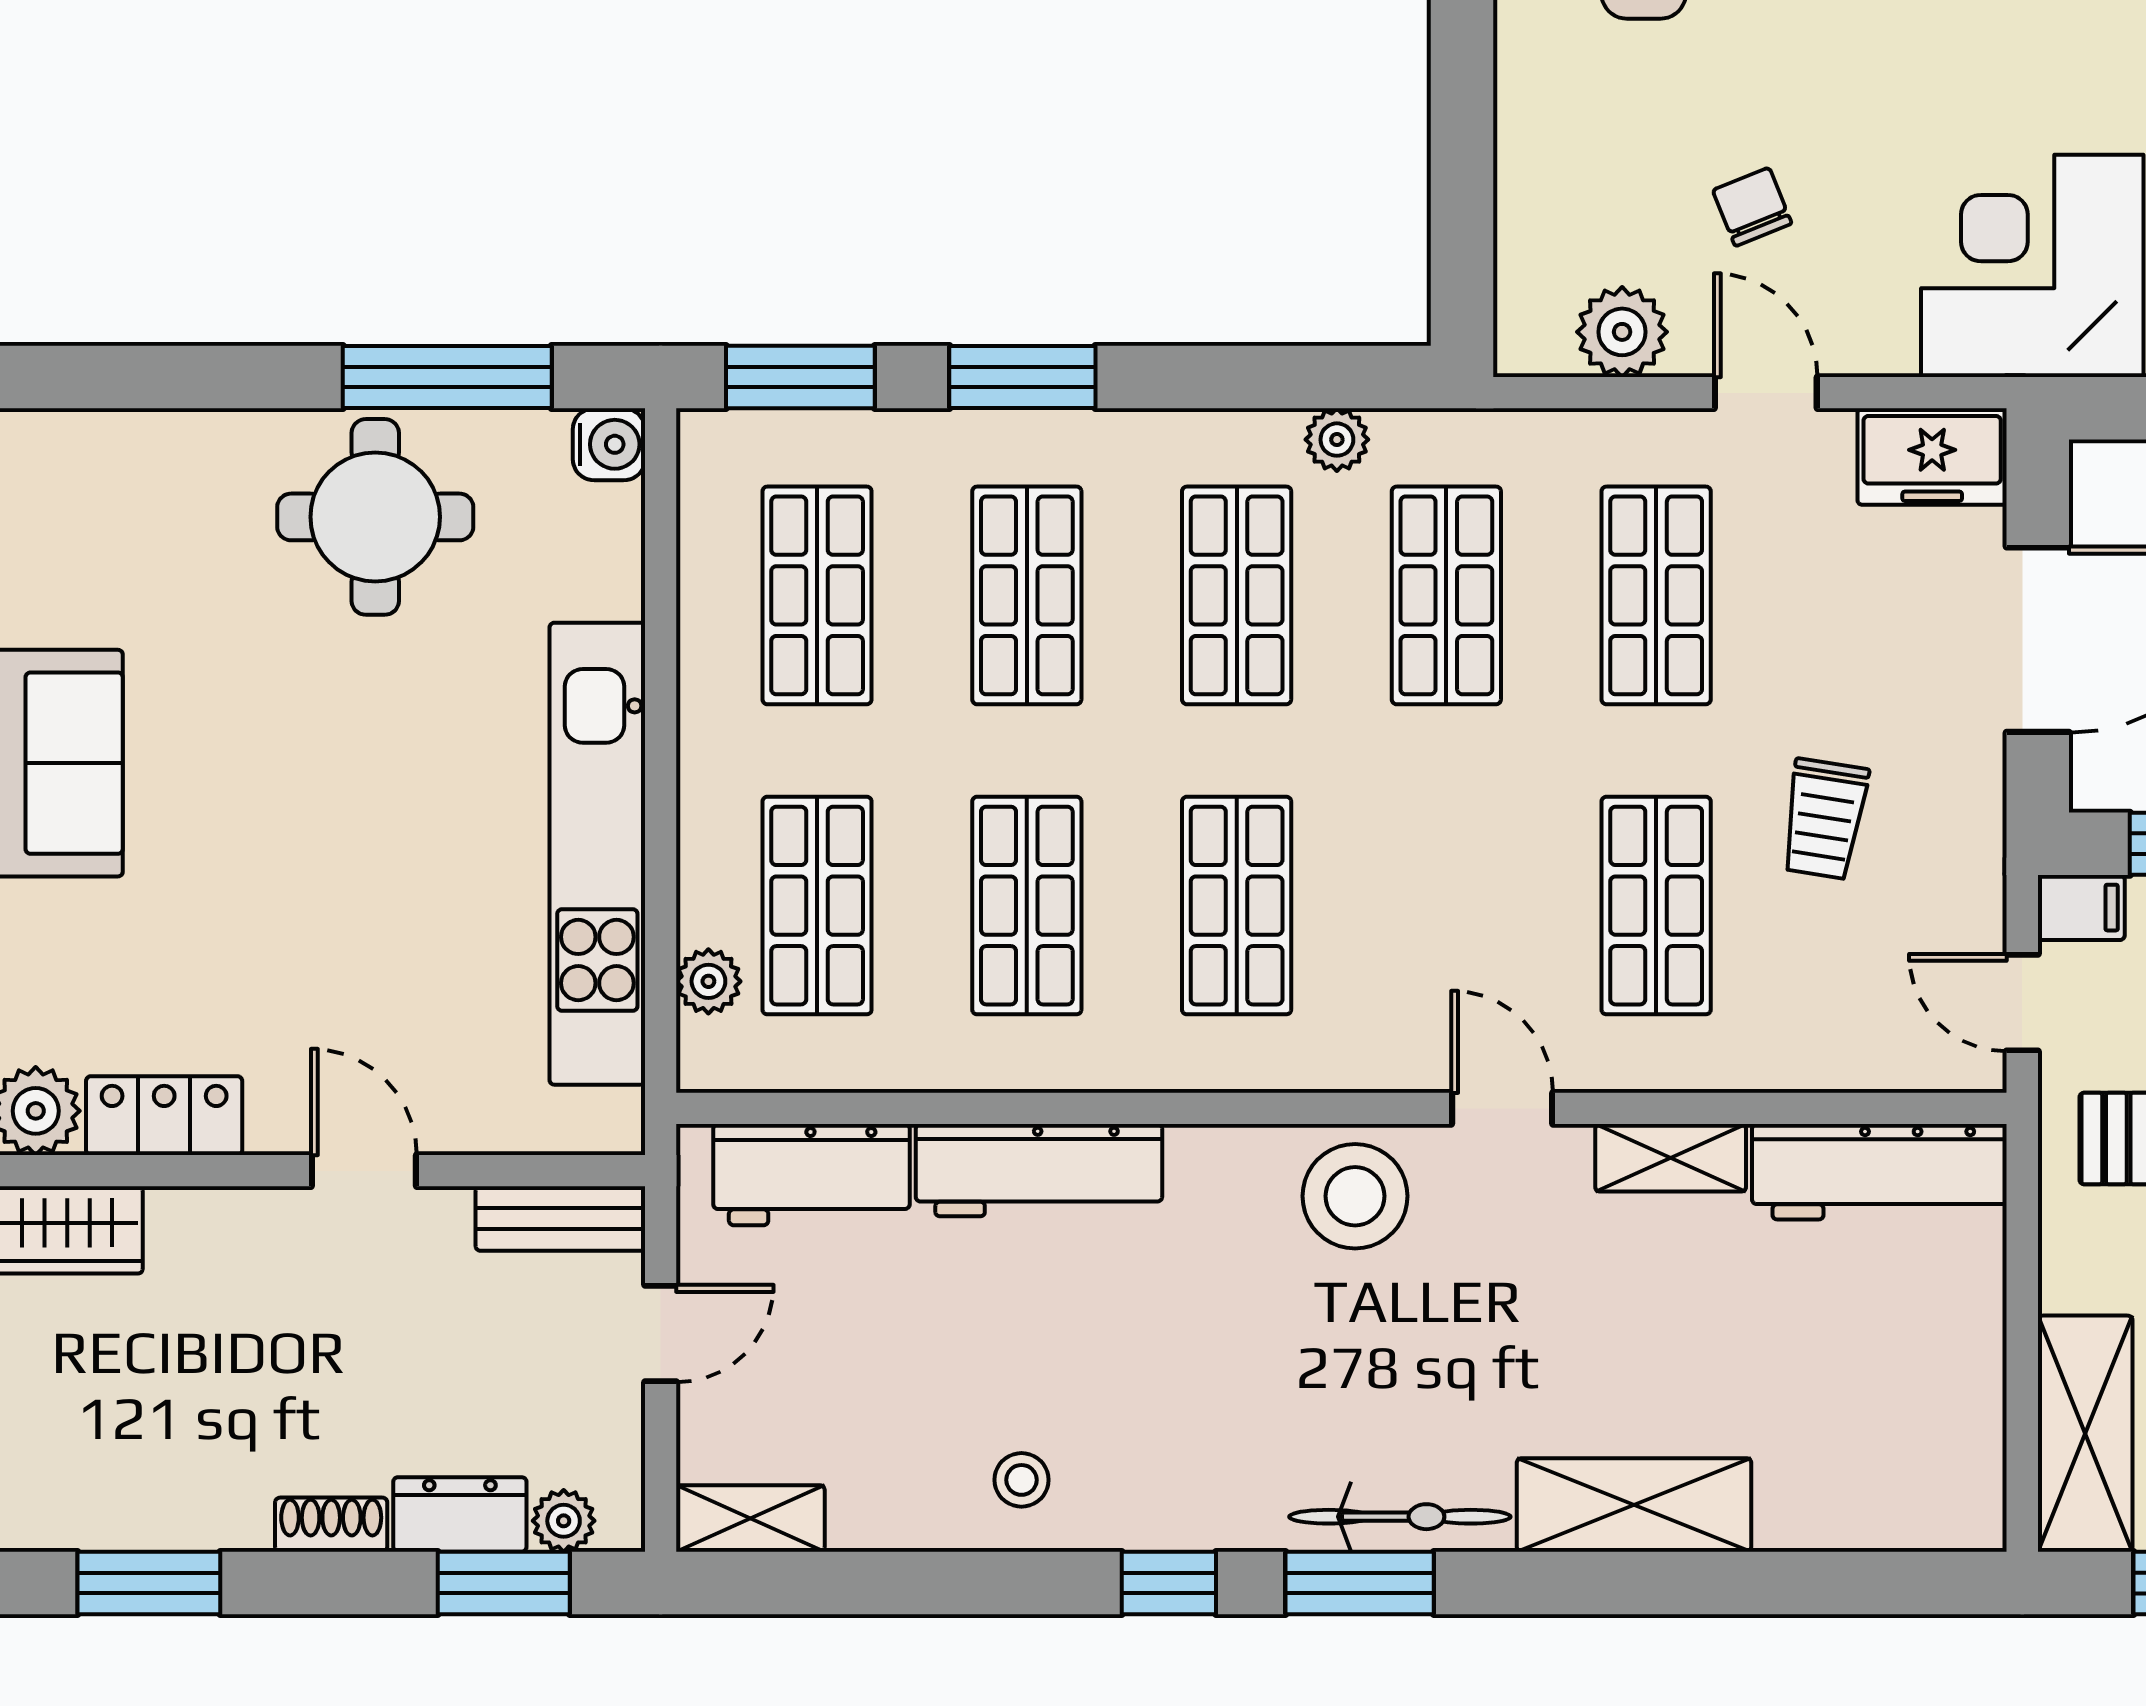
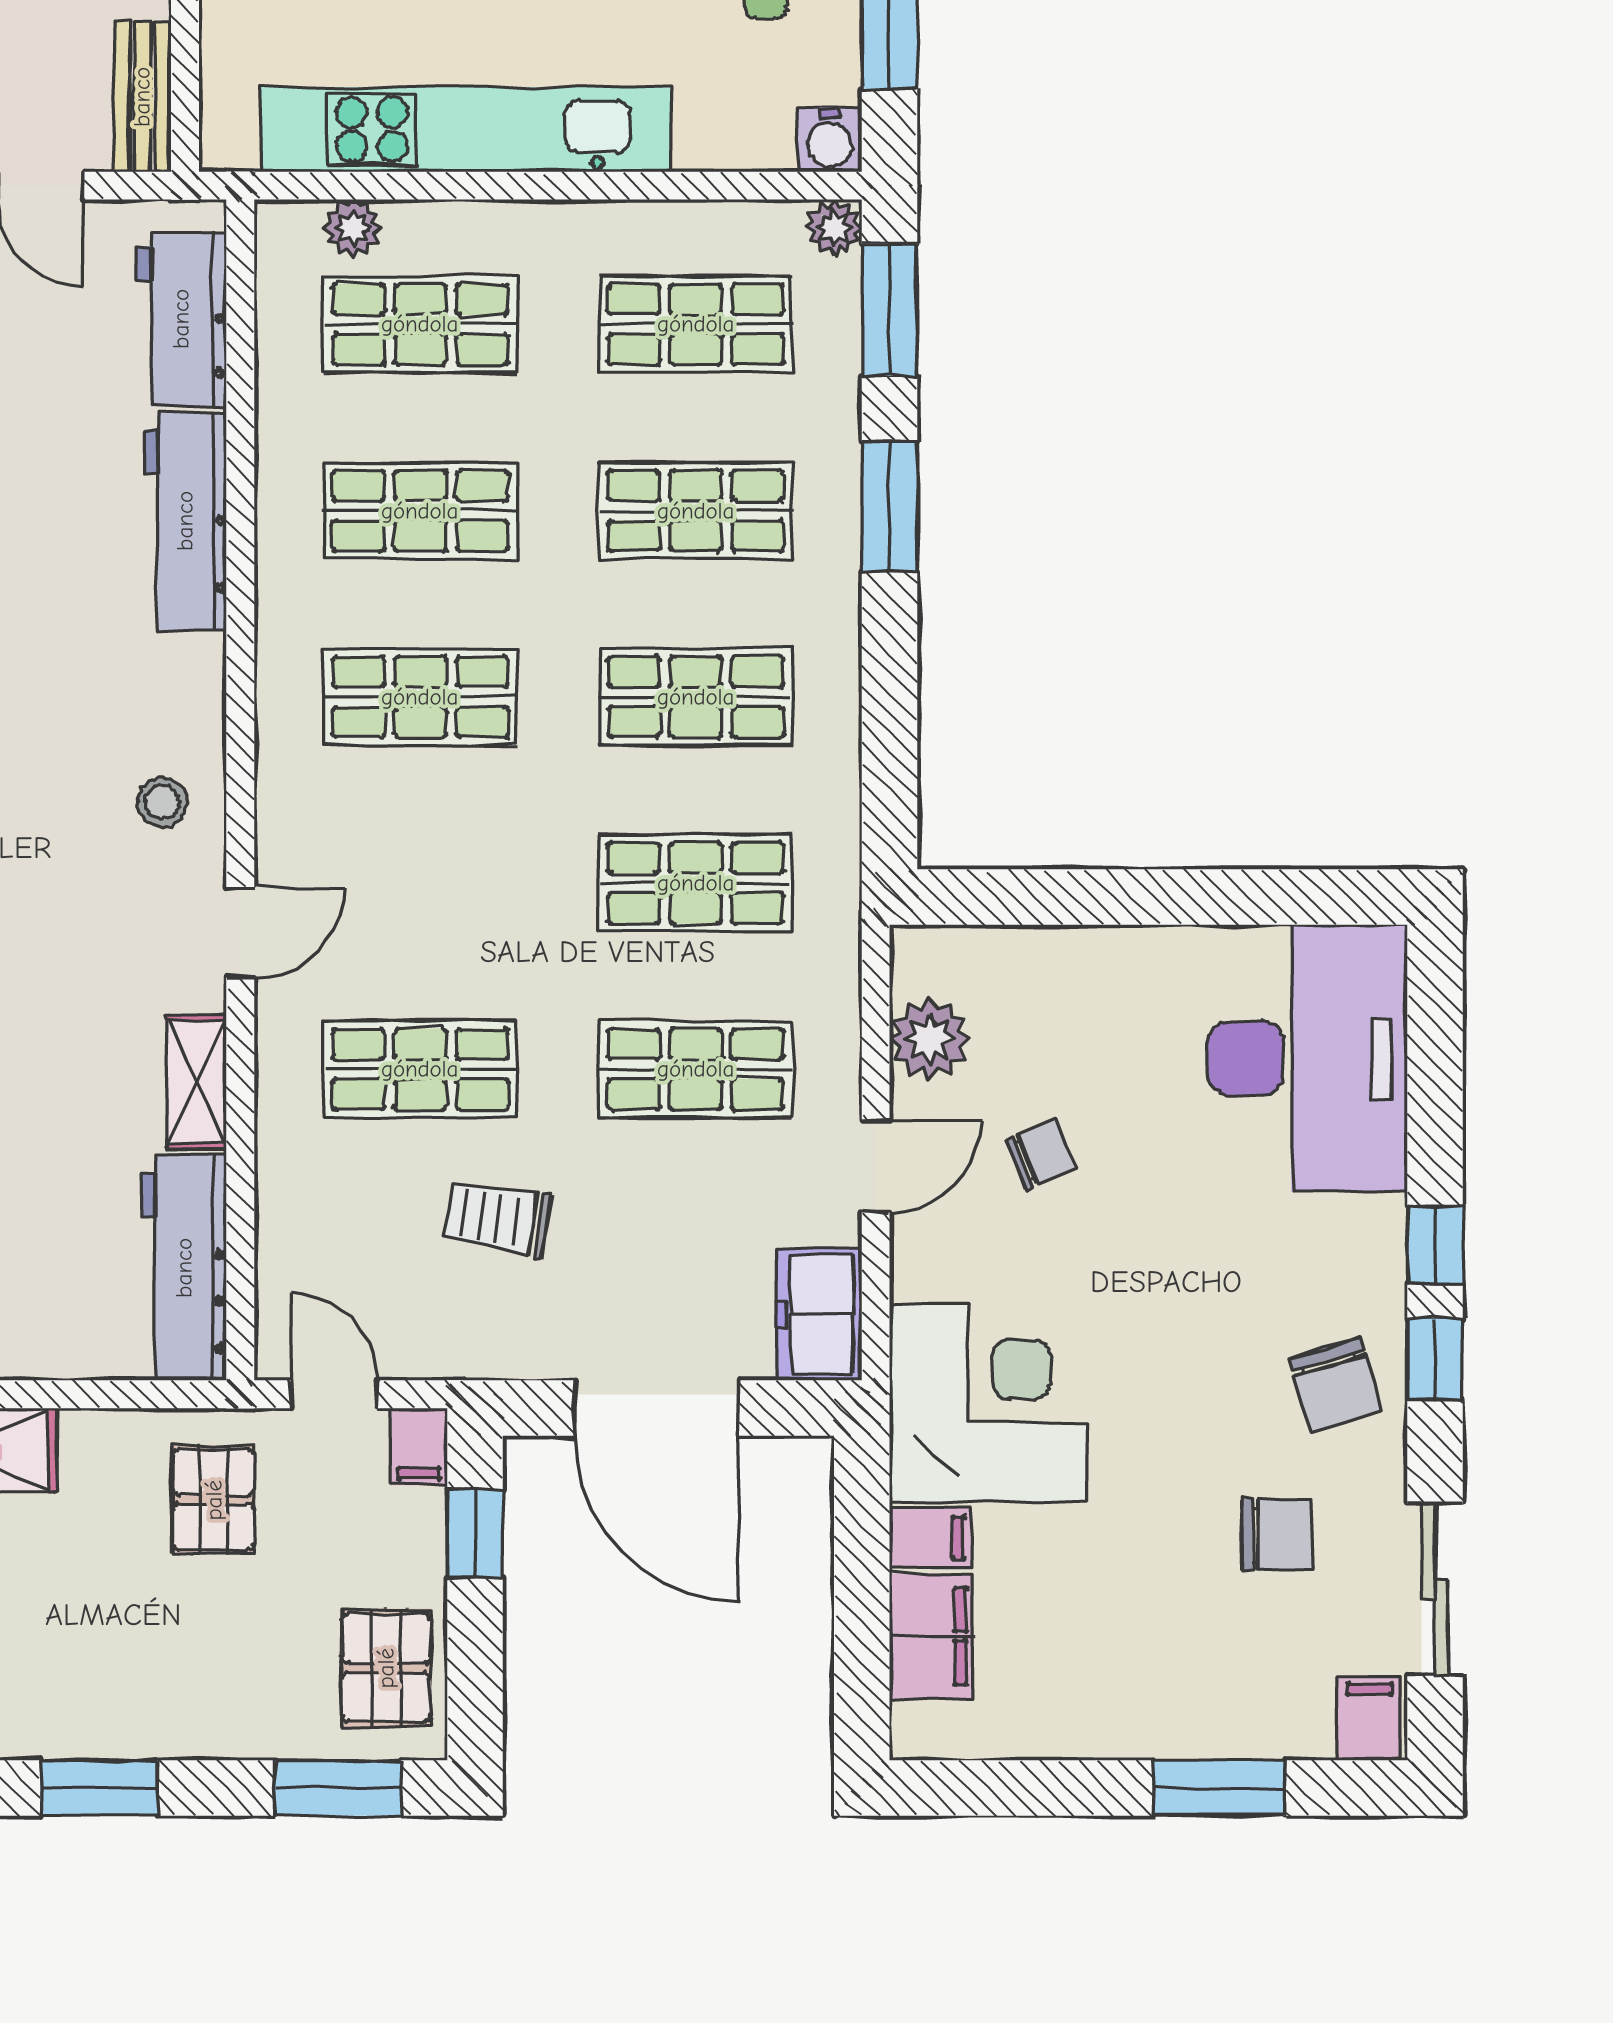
plant: (1337, 440) -> (834, 227), moved
door: (2022, 1003) -> (334, 1394), hinge flipped
stool: (1355, 1196) -> (162, 802), width x0.53, depth x0.53

